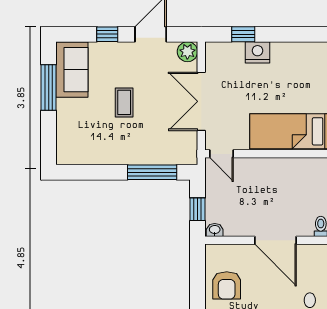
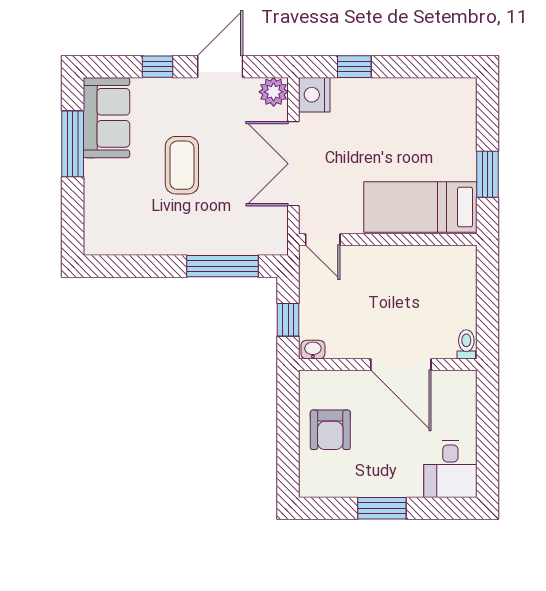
nightstand: (257, 52) -> (314, 95), moved, turned -90
coffee table: (124, 102) -> (182, 165), width x1.36, depth x1.30

